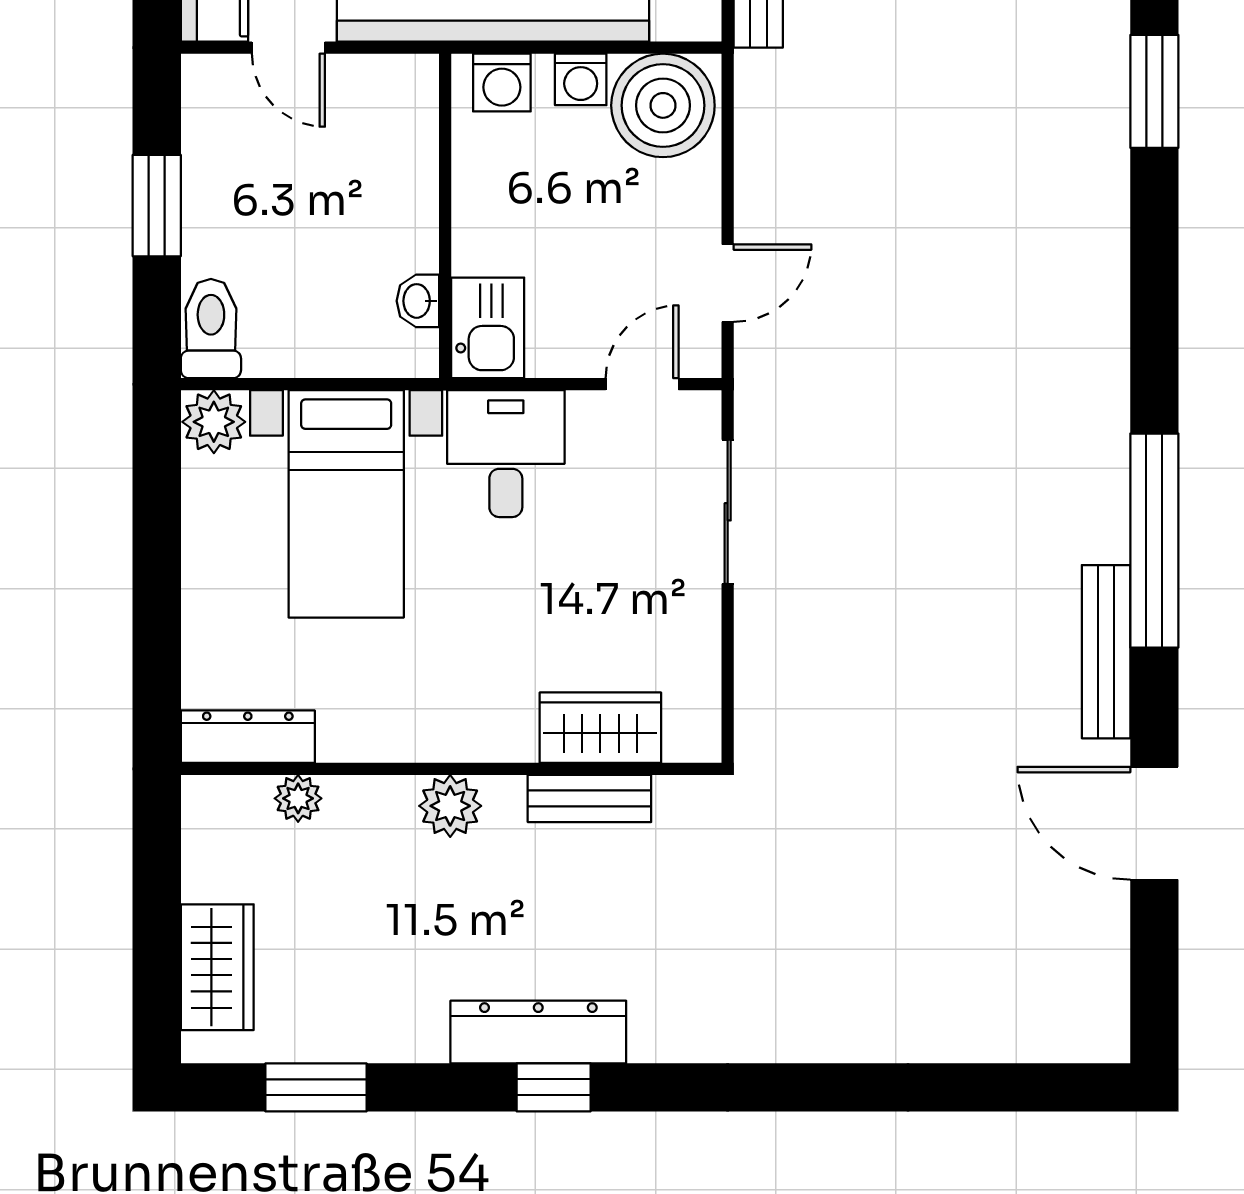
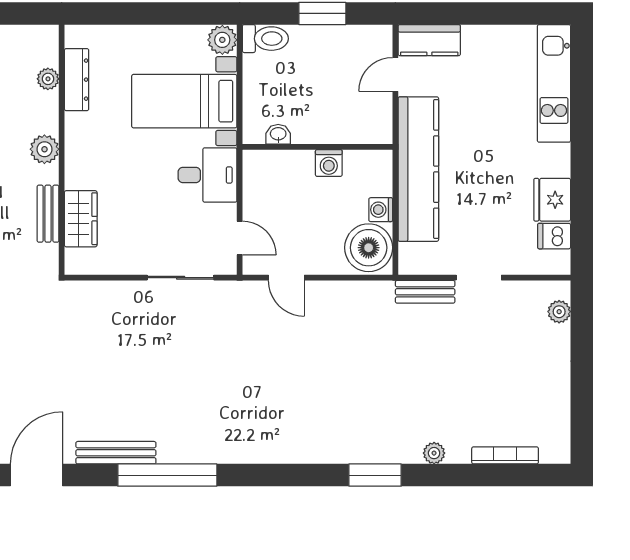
washing machine: (502, 83) -> (329, 163), moved, turned -90
kitchen sink: (488, 328) -> (266, 167), removed
dresser: (248, 737) -> (77, 80), moved

